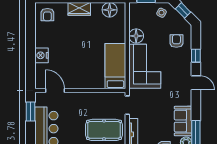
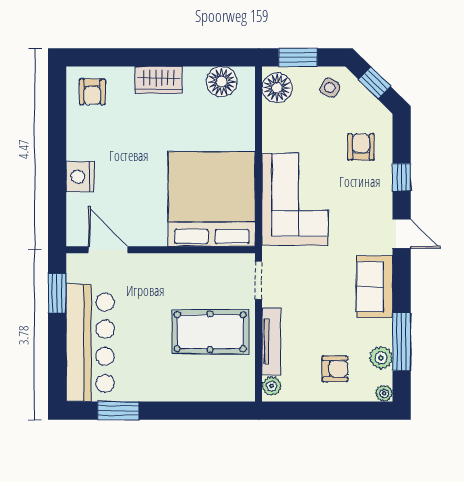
floor lamp: (136, 36) -> (277, 88), moved
bed: (115, 66) -> (212, 199), width x2.04
sofa: (183, 121) -> (375, 287), moved

